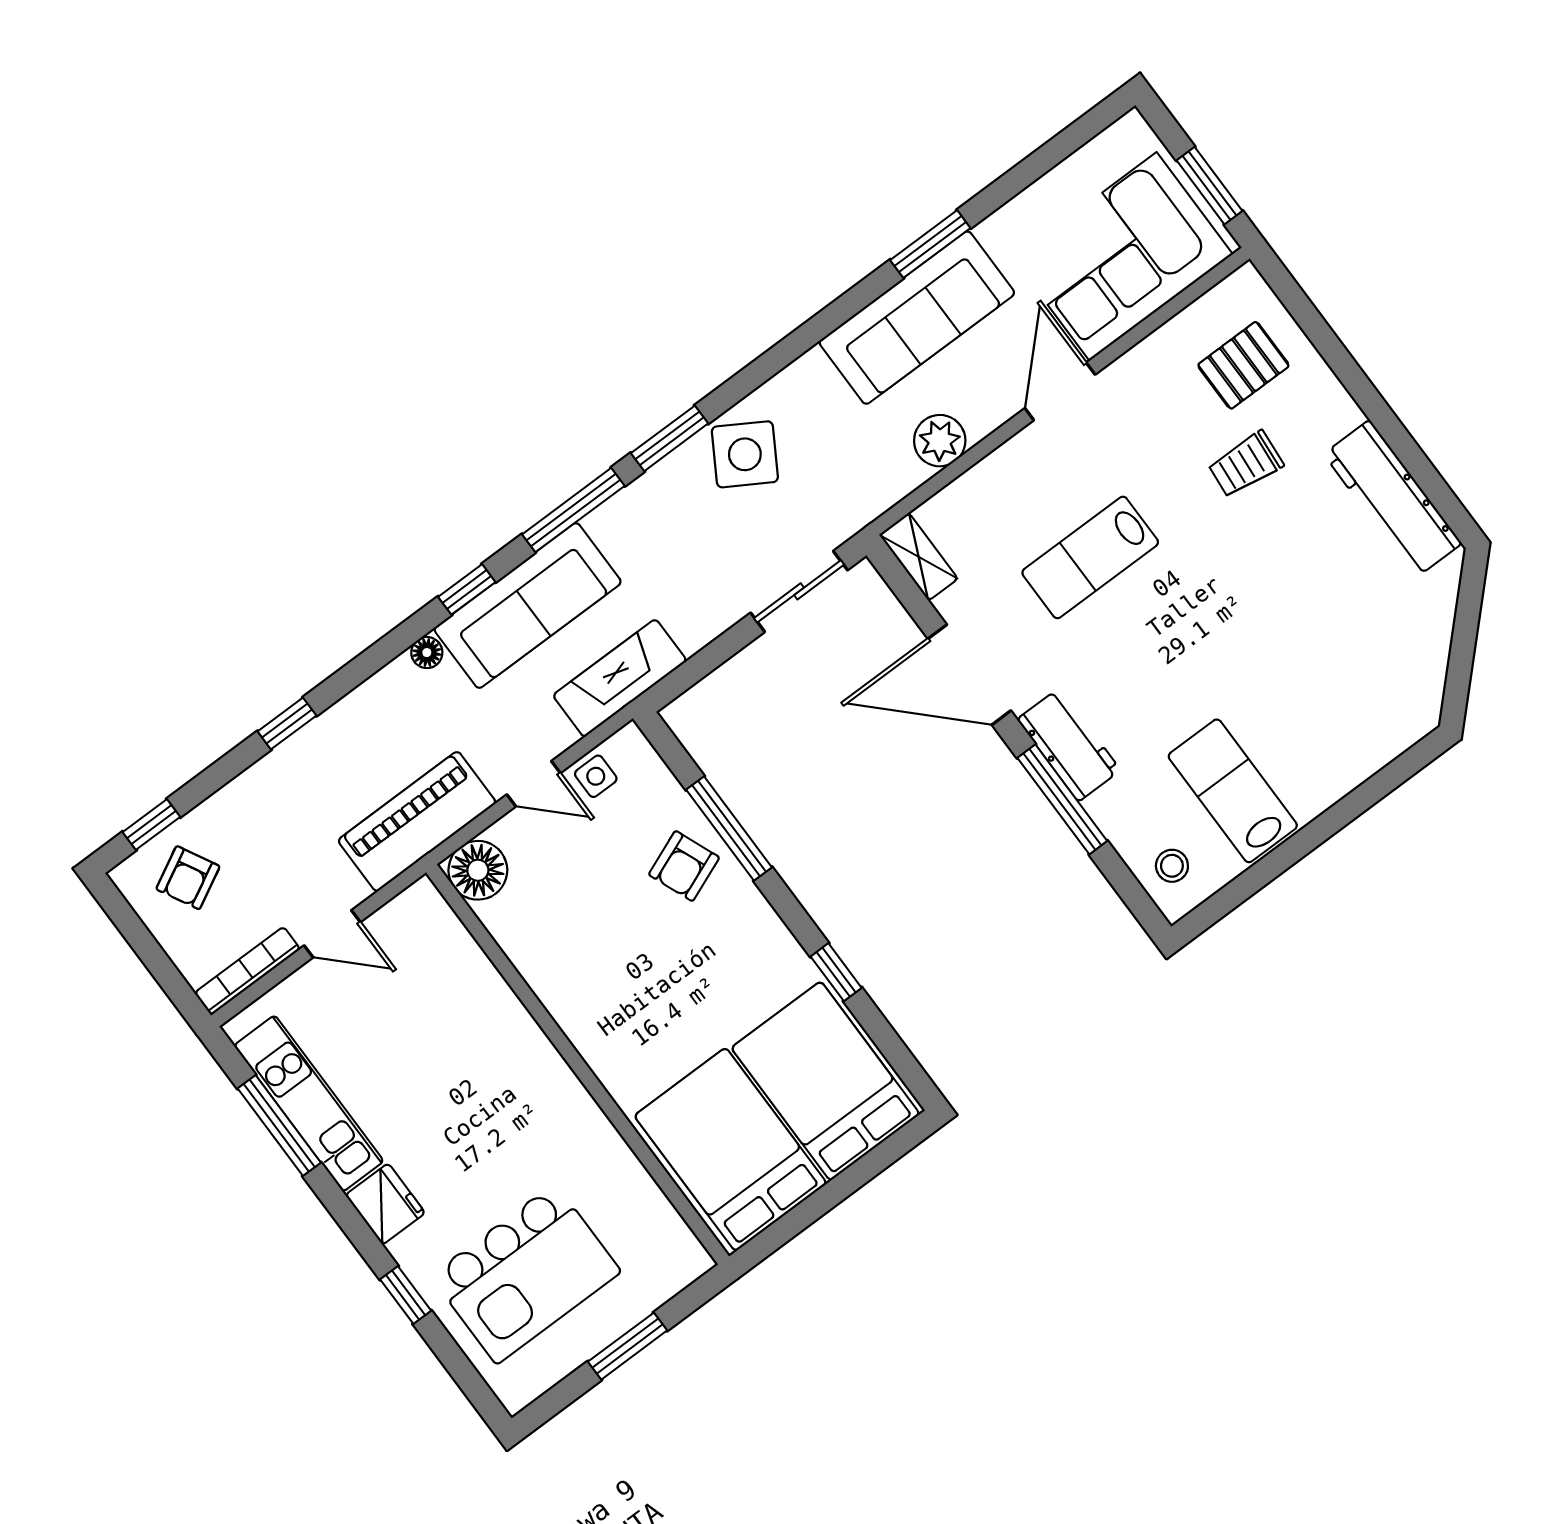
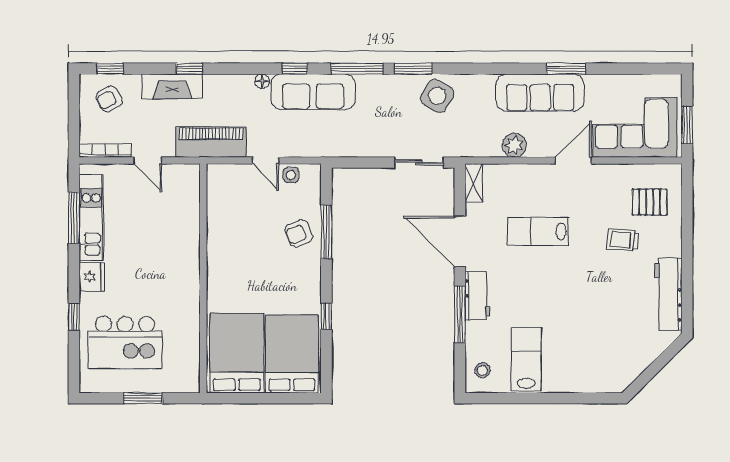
fireplace: (620, 678) -> (172, 86), moved, turned 180
floor lamp: (478, 870) -> (220, 177), removed

